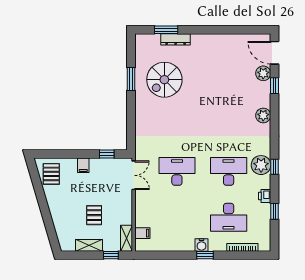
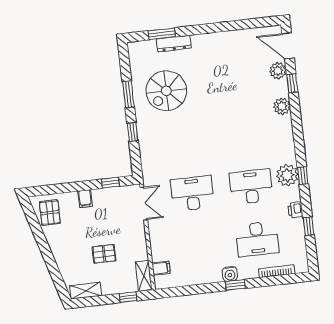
window: (131, 112) -> (133, 132), added
plant: (263, 115) -> (282, 106), moved
pallet: (94, 215) -> (104, 254), turned 90
shelving: (89, 245) -> (86, 291), moved

